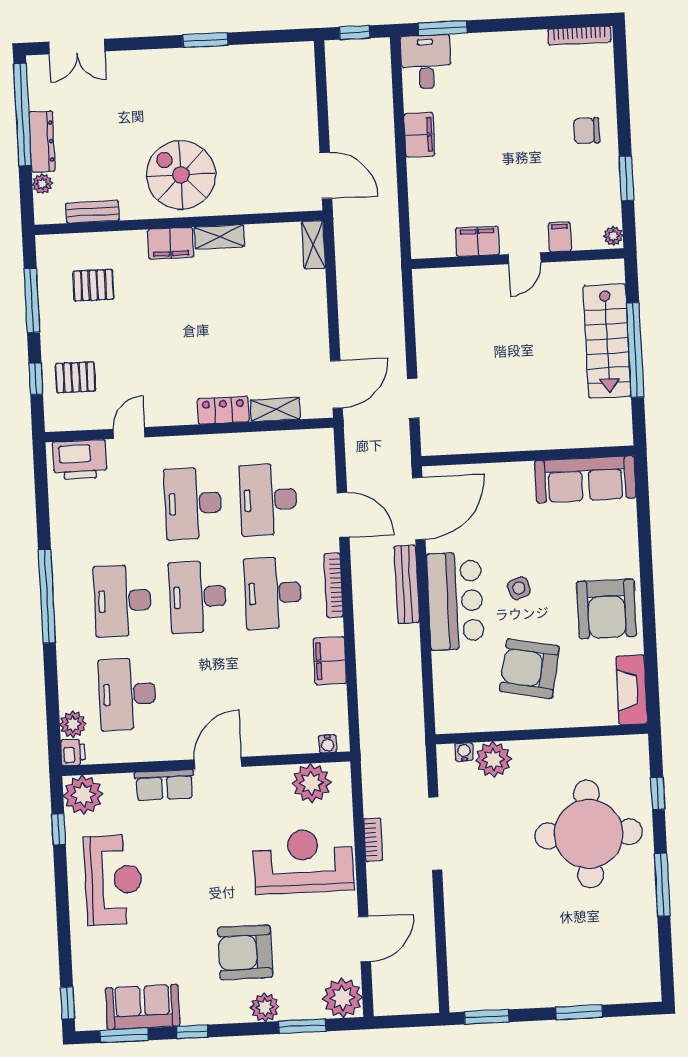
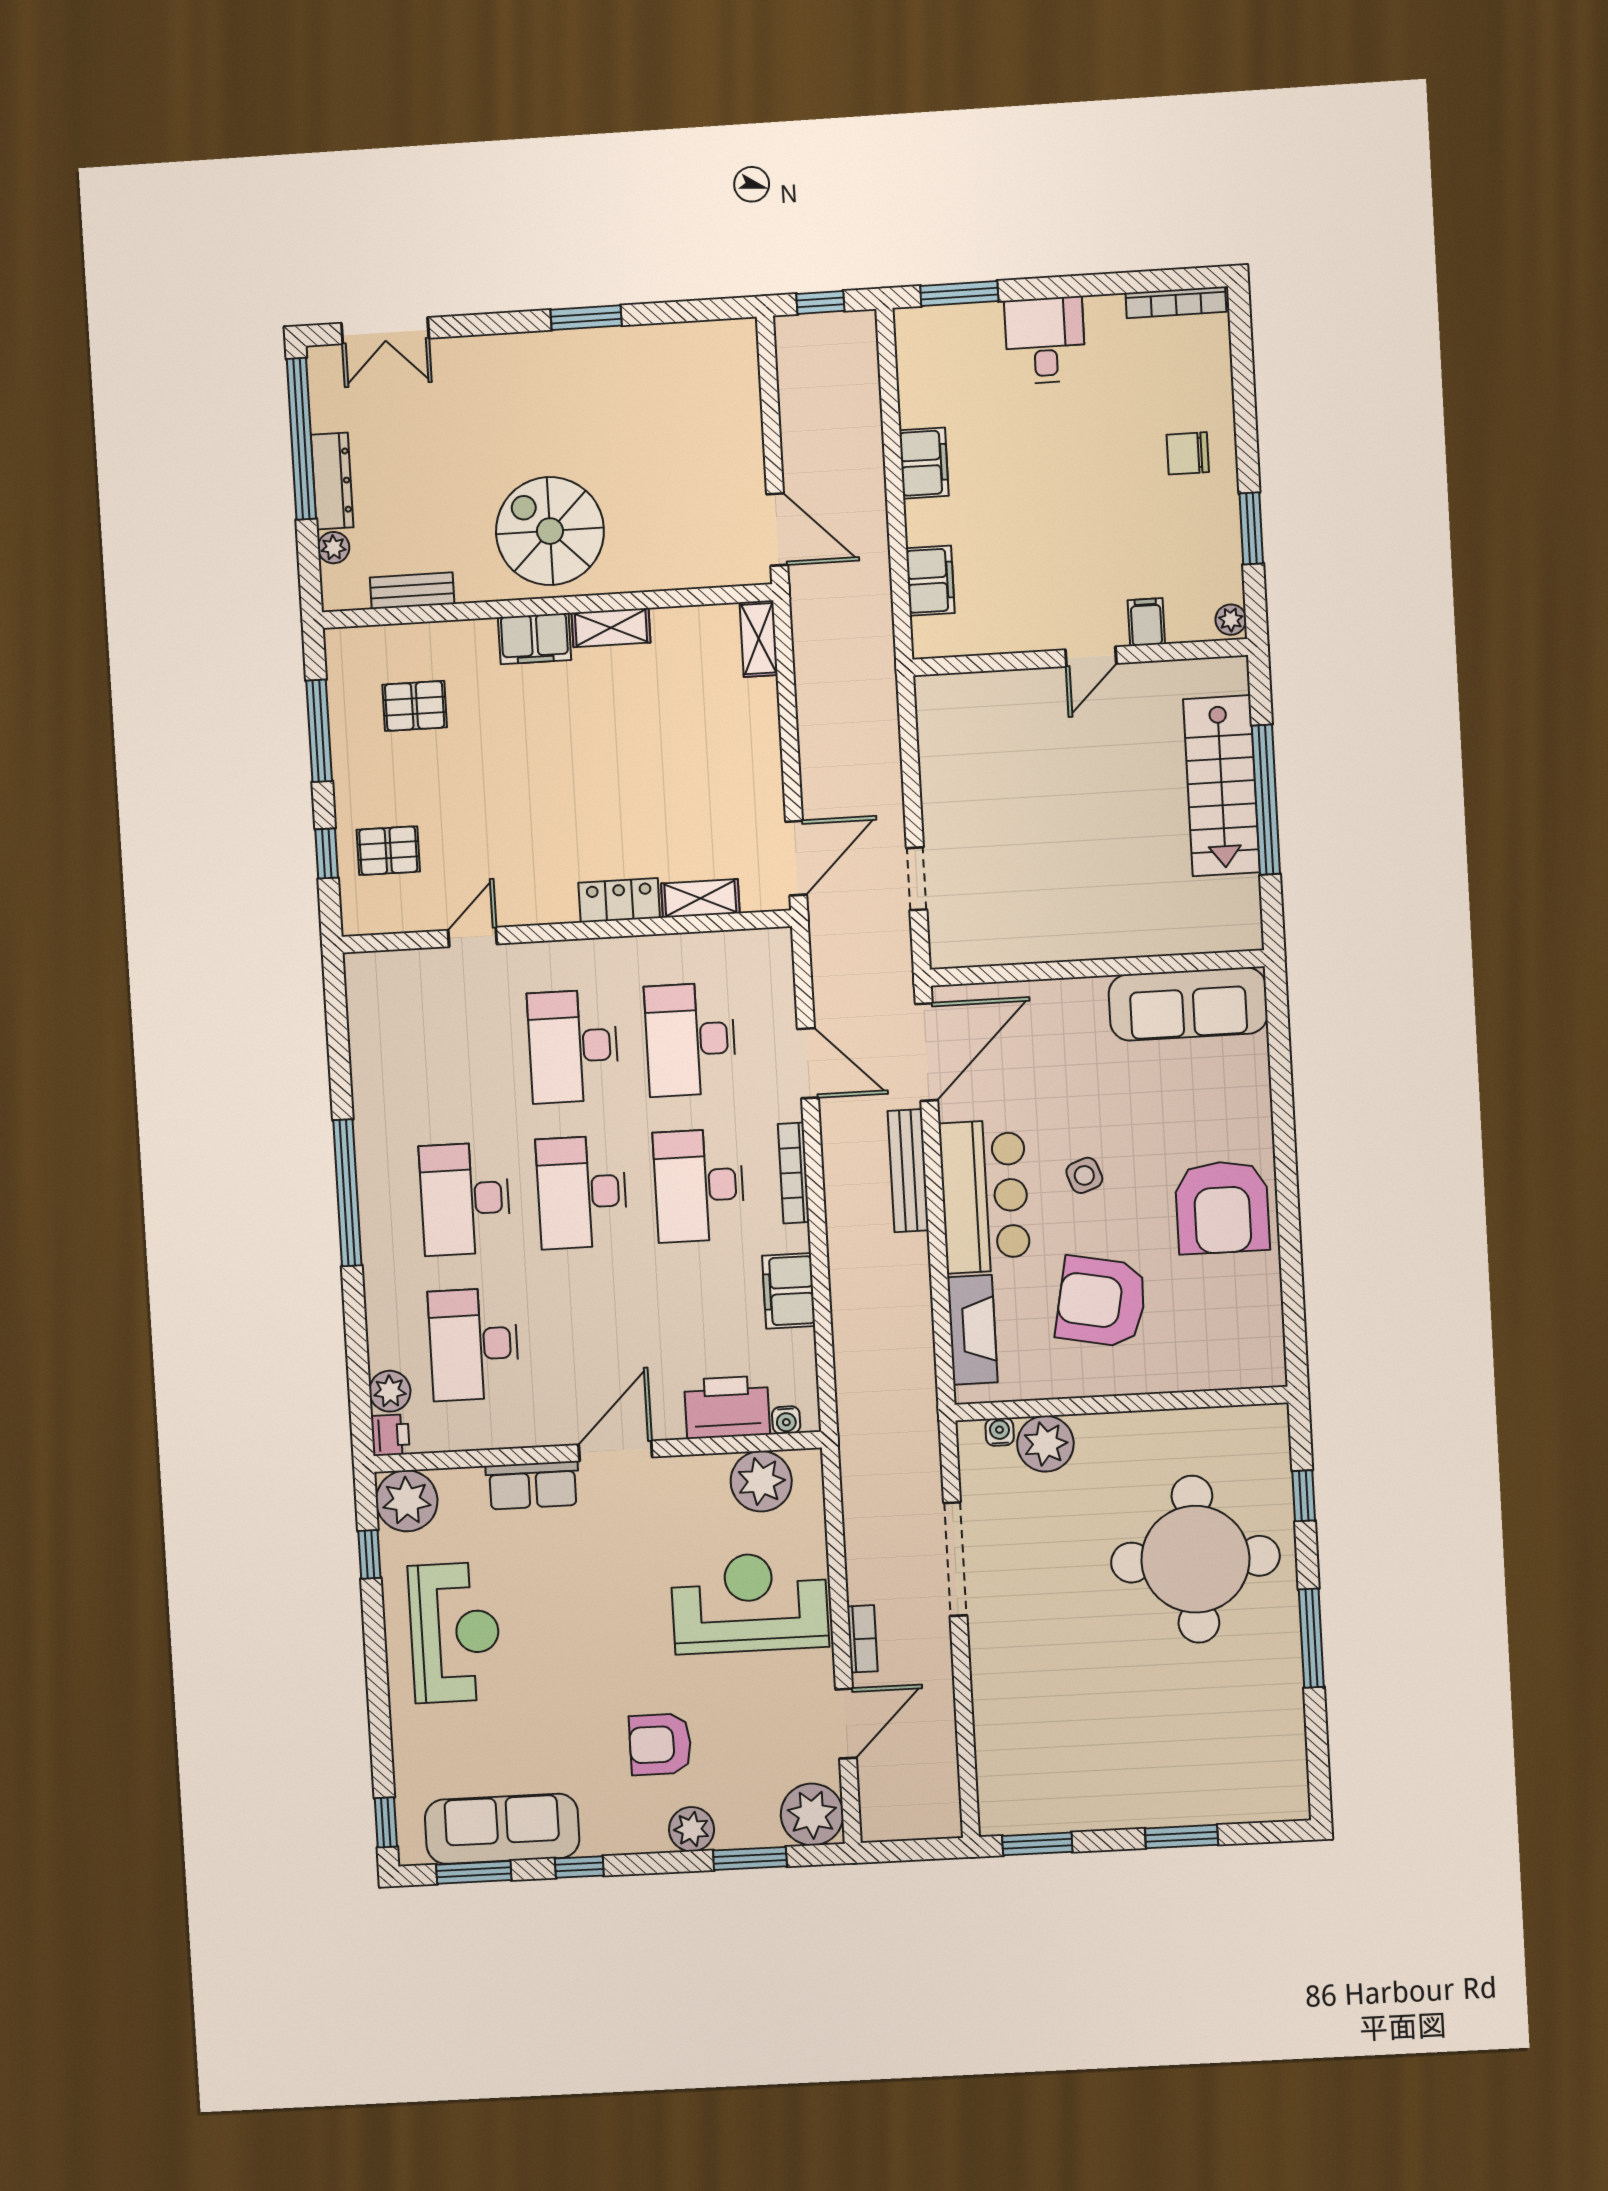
desk: (426, 62) -> (1045, 340), moved
filing cabinet: (478, 241) -> (930, 581), moved, turned 90
printer: (80, 460) -> (727, 1407), moved, turned 180
fireplace: (632, 690) -> (972, 1330), moved, turned 180
bookcase: (373, 840) -> (862, 1639), moved
armchair: (245, 952) -> (660, 1744), width x0.73, depth x0.73
sofa: (143, 1007) -> (502, 1829), width x1.36

